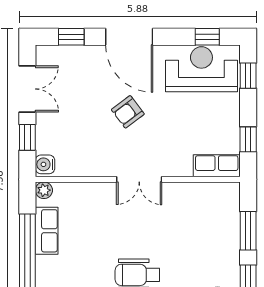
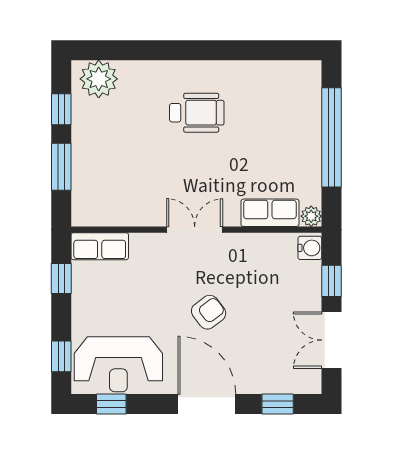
row of seats: (47, 231) -> (270, 213), moved, turned 90

